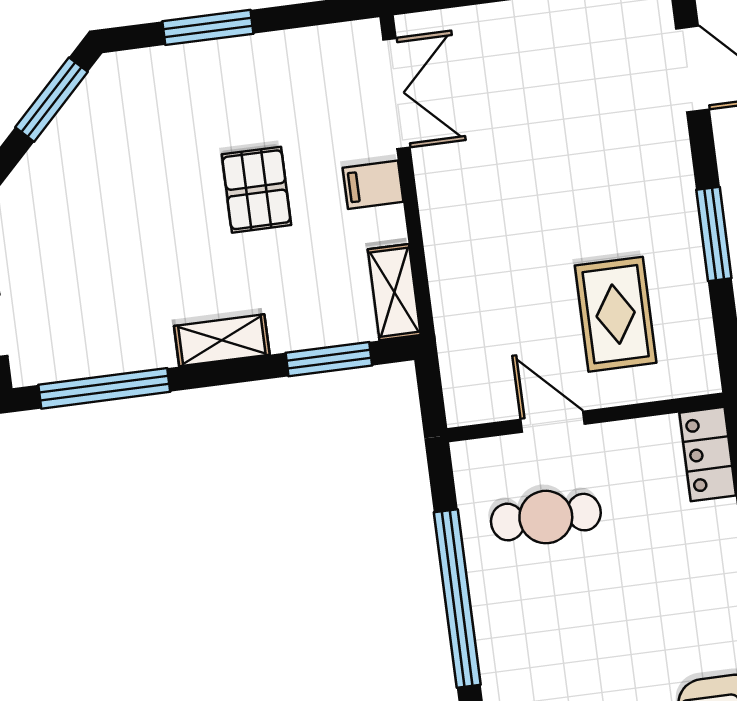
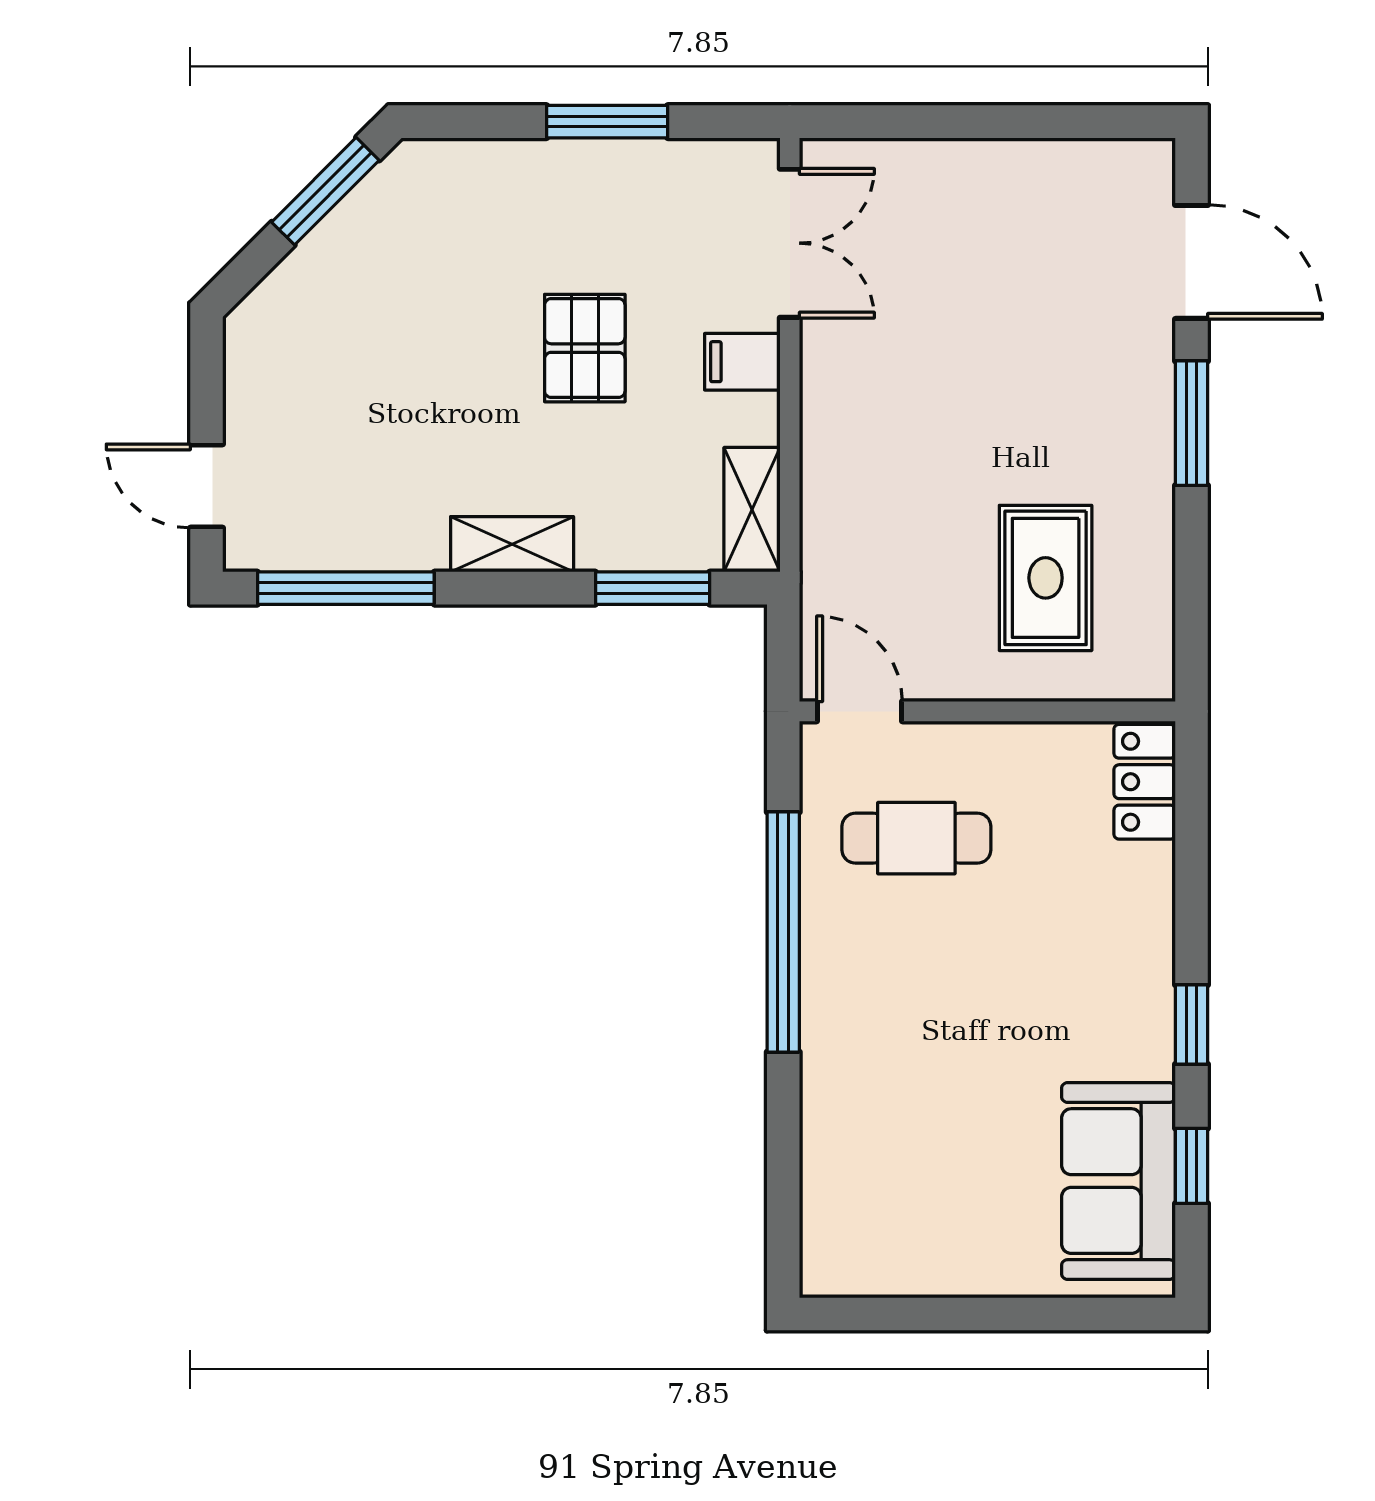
window: (208, 27) -> (607, 122), moved
window: (714, 234) -> (1192, 423), moved
door: (553, 422) -> (859, 711), moved

